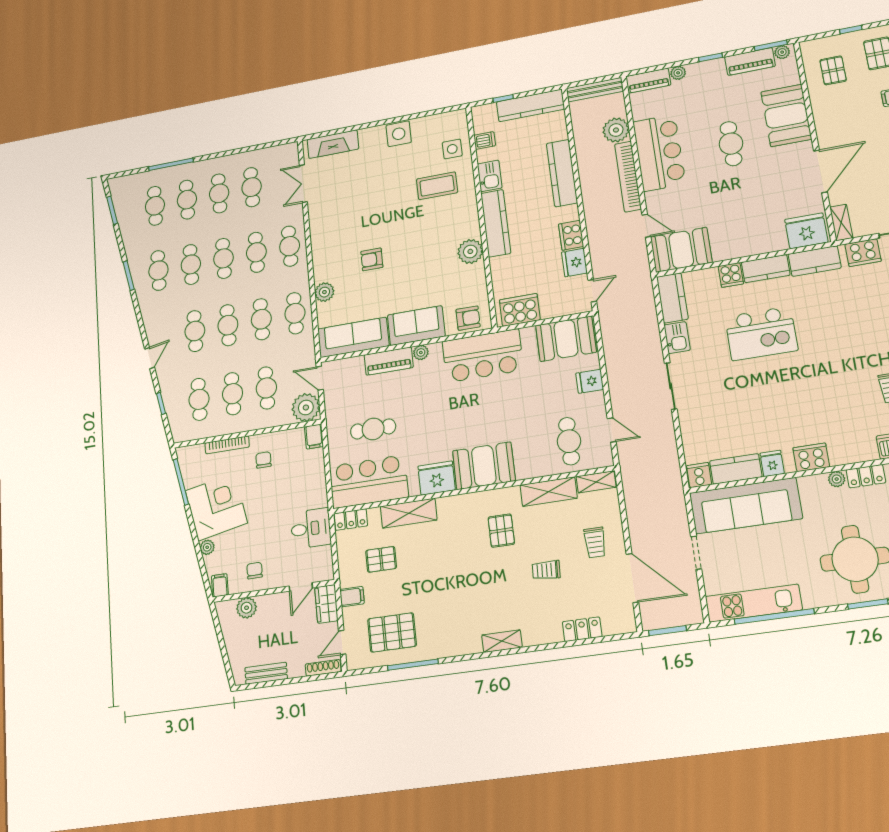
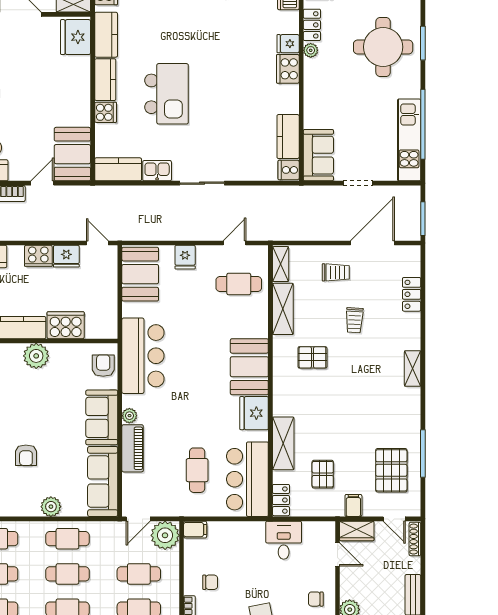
cooker: (520, 310) -> (66, 325), moved, turned 90
chair: (263, 460) -> (210, 582), turned 180
fridge: (772, 463) -> (288, 44), moved
sofa: (746, 506) -> (318, 155), width x0.54, depth x0.79

